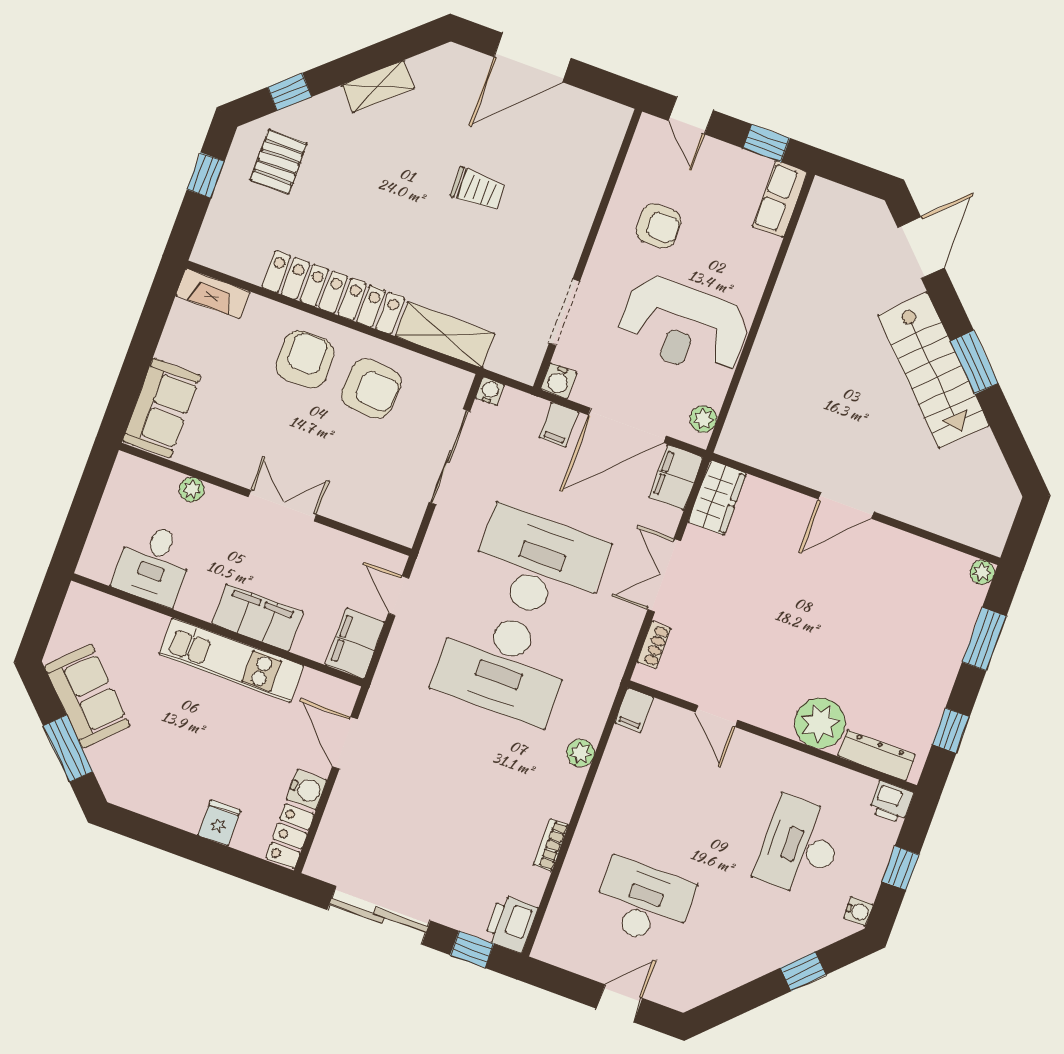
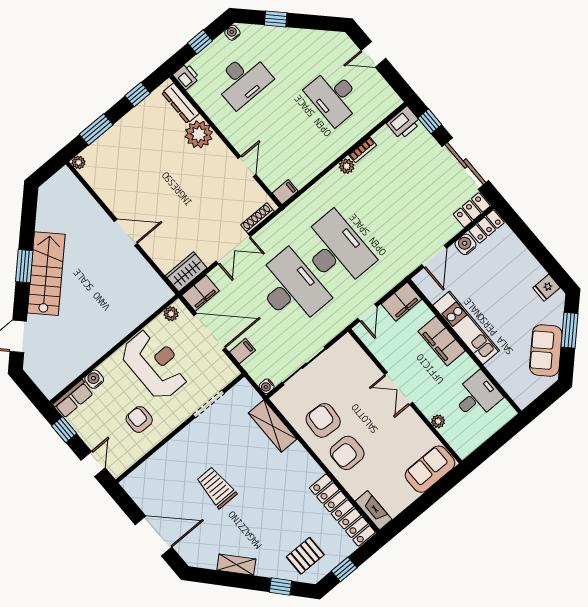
trolley: (478, 189) -> (216, 487), width x1.36, depth x1.39
locker: (333, 292) -> (342, 510), moved
water cooler: (559, 381) -> (94, 379), moved, turned -90
desk: (539, 566) -> (291, 288), turned 180
shoe rack: (654, 645) -> (257, 218), width x1.43
plant: (581, 753) -> (347, 166), moved
fridge: (219, 823) -> (547, 288), moved
locker: (328, 849) -> (472, 210), added

